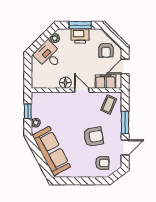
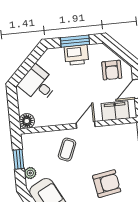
plant: (55, 38) -> (44, 61), removed
floor lamp: (65, 83) -> (27, 121), moved
door: (82, 90) -> (86, 125), hinge flipped
coffee table: (109, 105) -> (67, 150), moved

